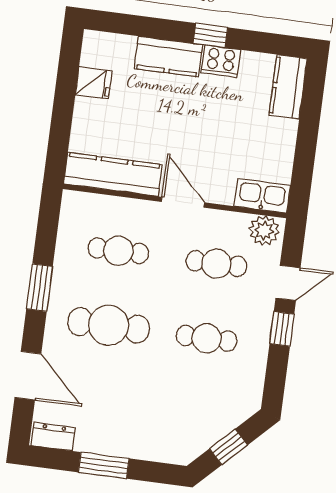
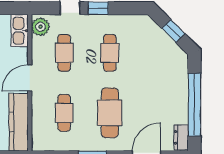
window: (104, 465) -> (194, 105), width x2.11

